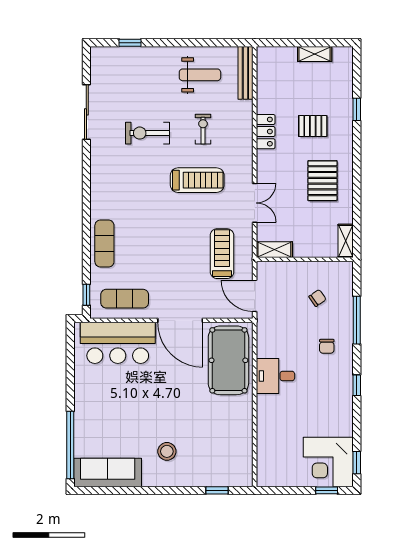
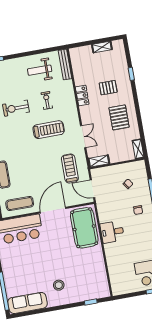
weight bench: (200, 75) -> (40, 70), turned 180
door: (180, 320) -> (53, 210), swing flipped

